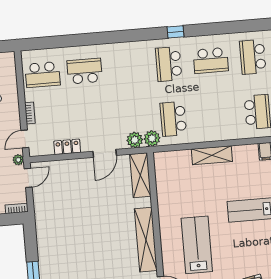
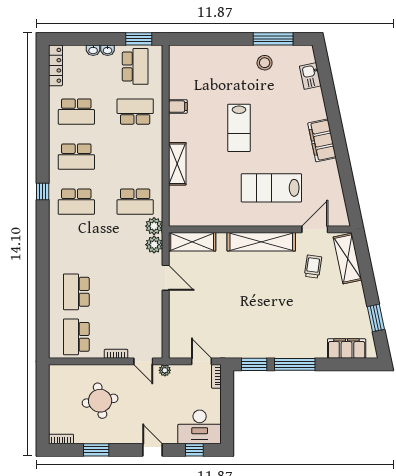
school desk: (211, 60) -> (76, 157), turned 90
school desk: (43, 75) -> (76, 337), turned 180
locker: (67, 147) -> (155, 317), removed
door: (28, 178) -> (201, 361), moved
window: (31, 243) -> (254, 364), added

